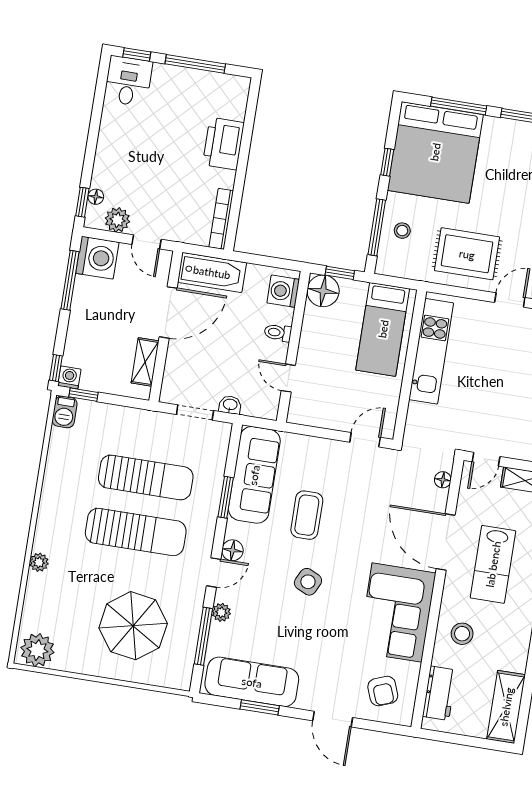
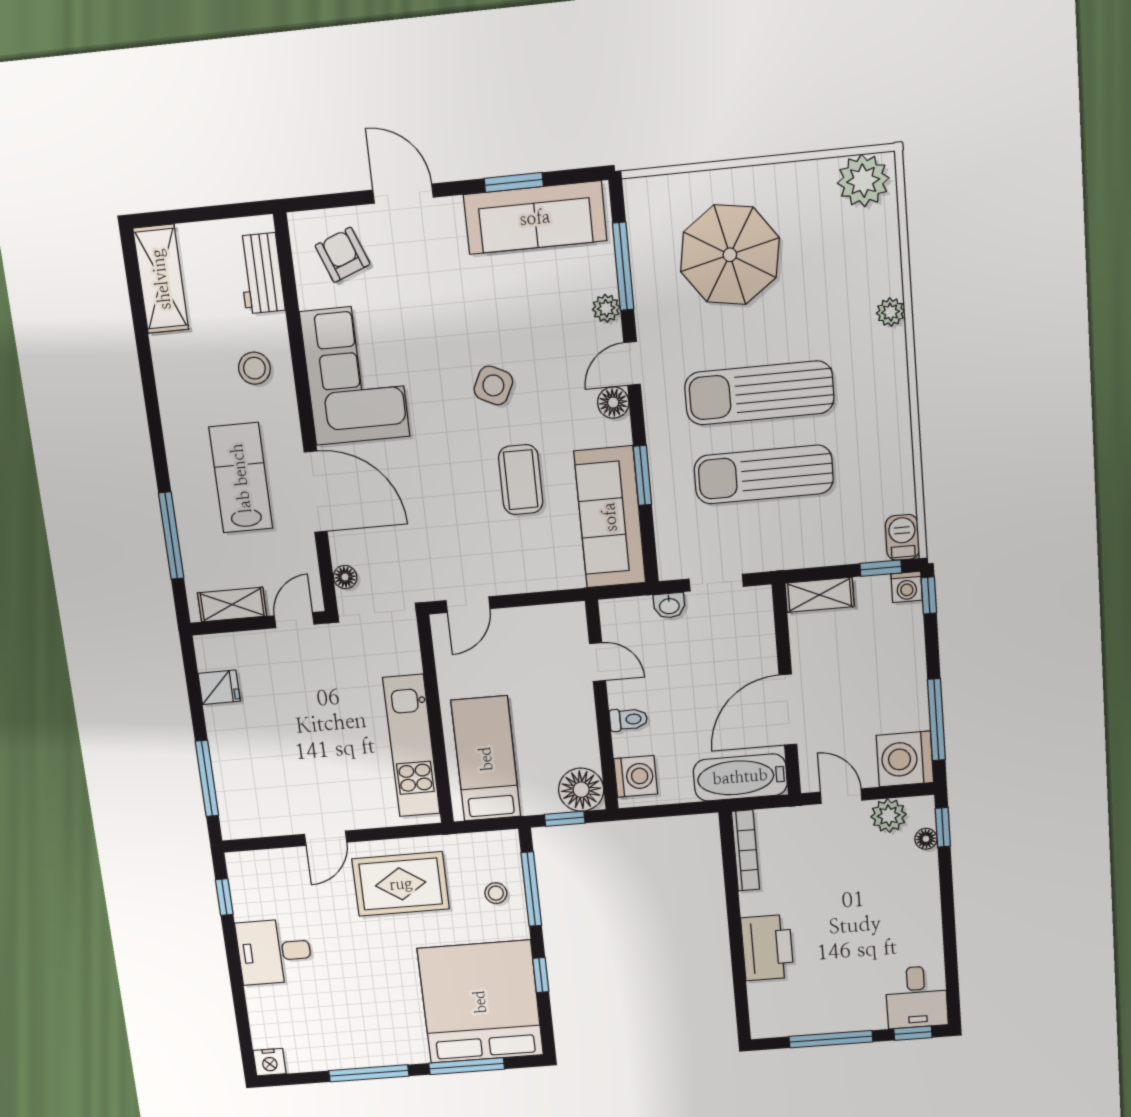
shelving: (145, 362) -> (820, 595), moved, turned 90

